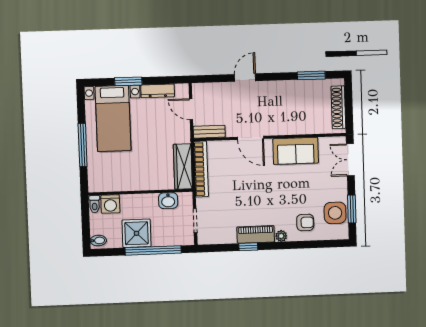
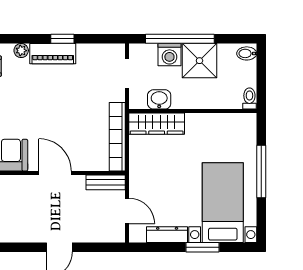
wardrobe: (183, 167) -> (157, 124), moved, turned 90
washing machine: (110, 204) -> (169, 55), moved, turned 180

